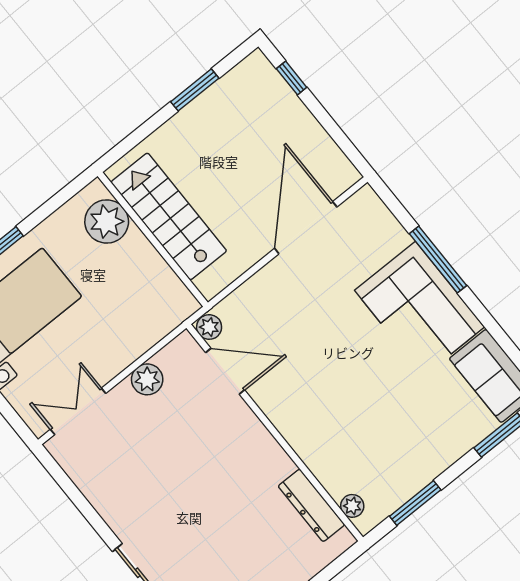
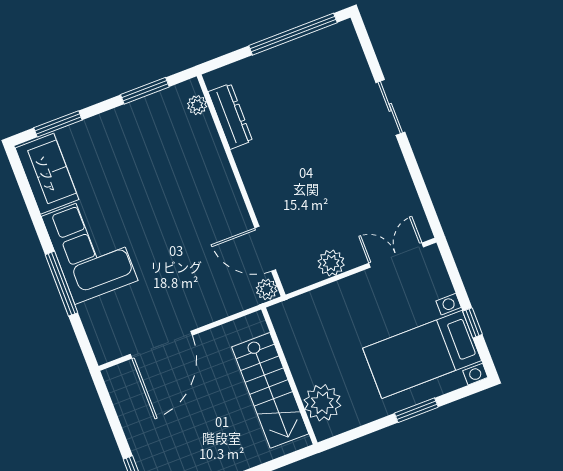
double door: (78, 411) -> (396, 255), swing flipped

